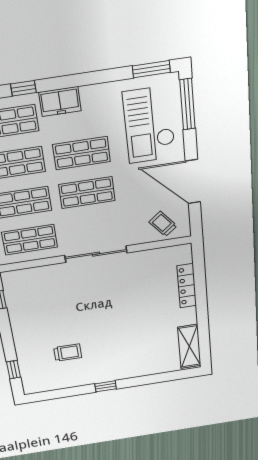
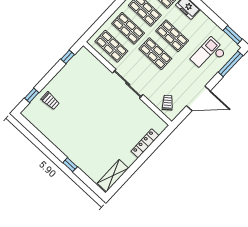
checkout: (149, 125) -> (208, 55), width x0.73, depth x0.83
door: (193, 182) -> (198, 98), swing flipped
trolley: (68, 353) -> (50, 101), moved
window: (106, 386) -> (70, 165), moved

